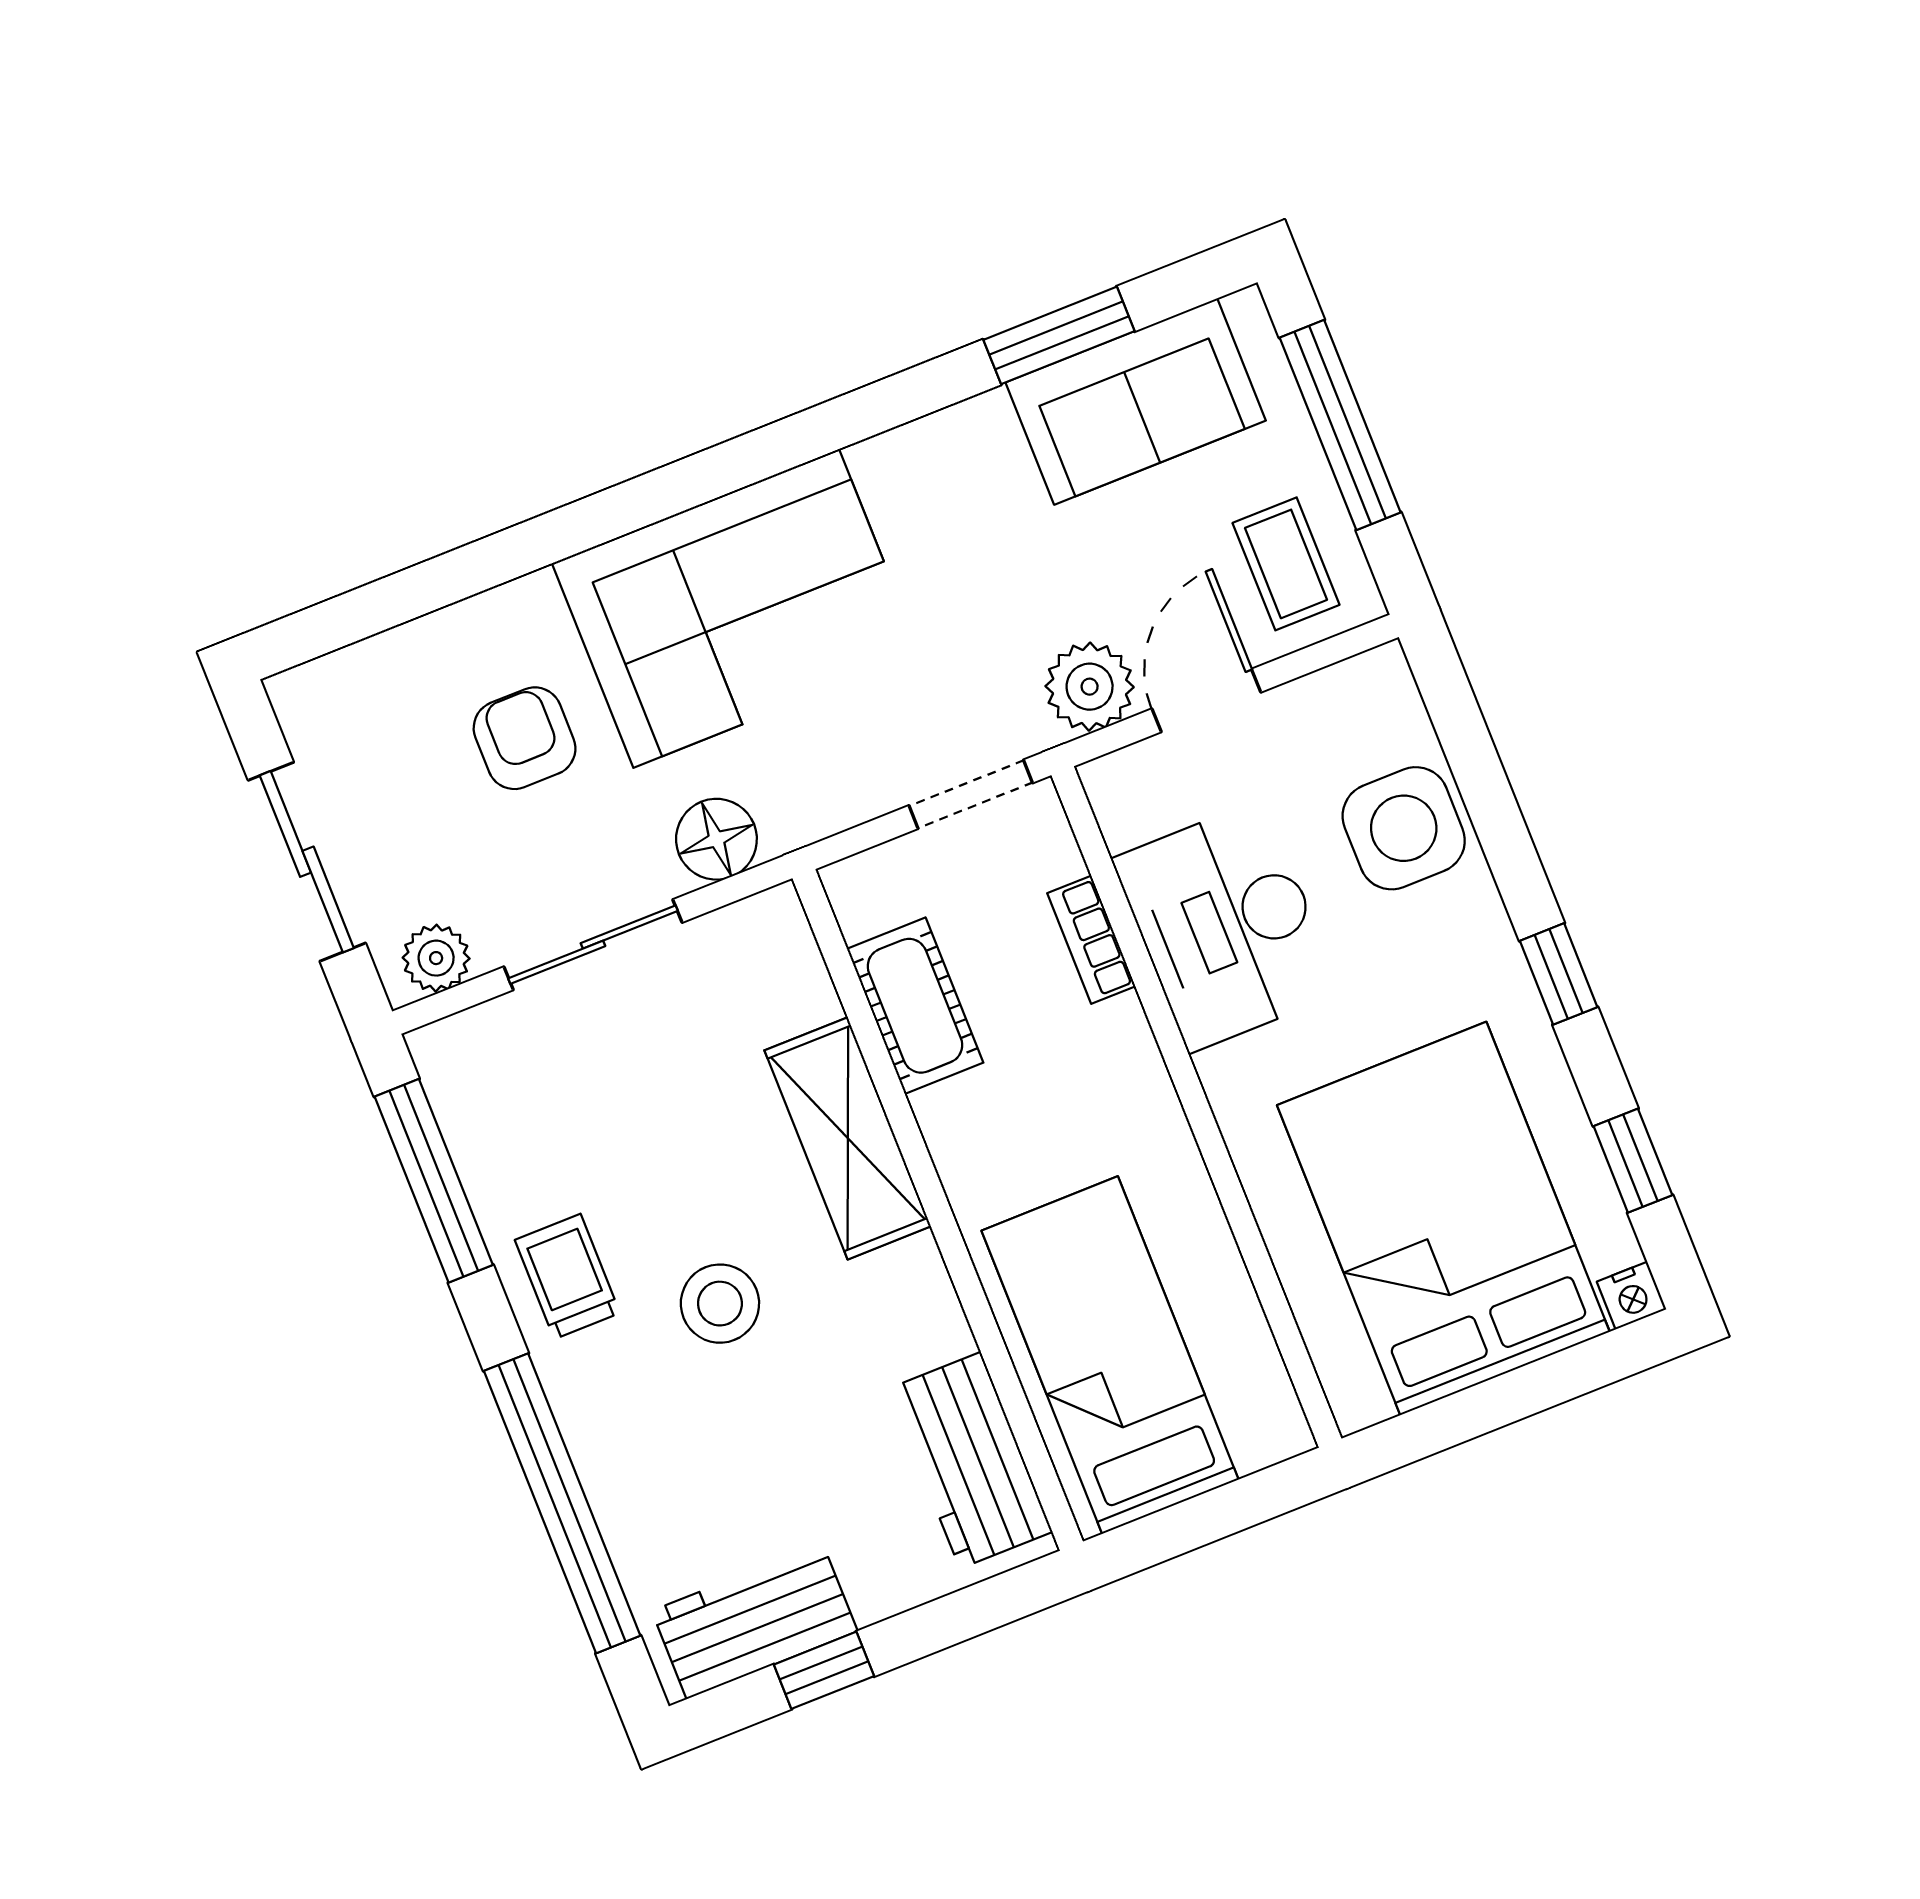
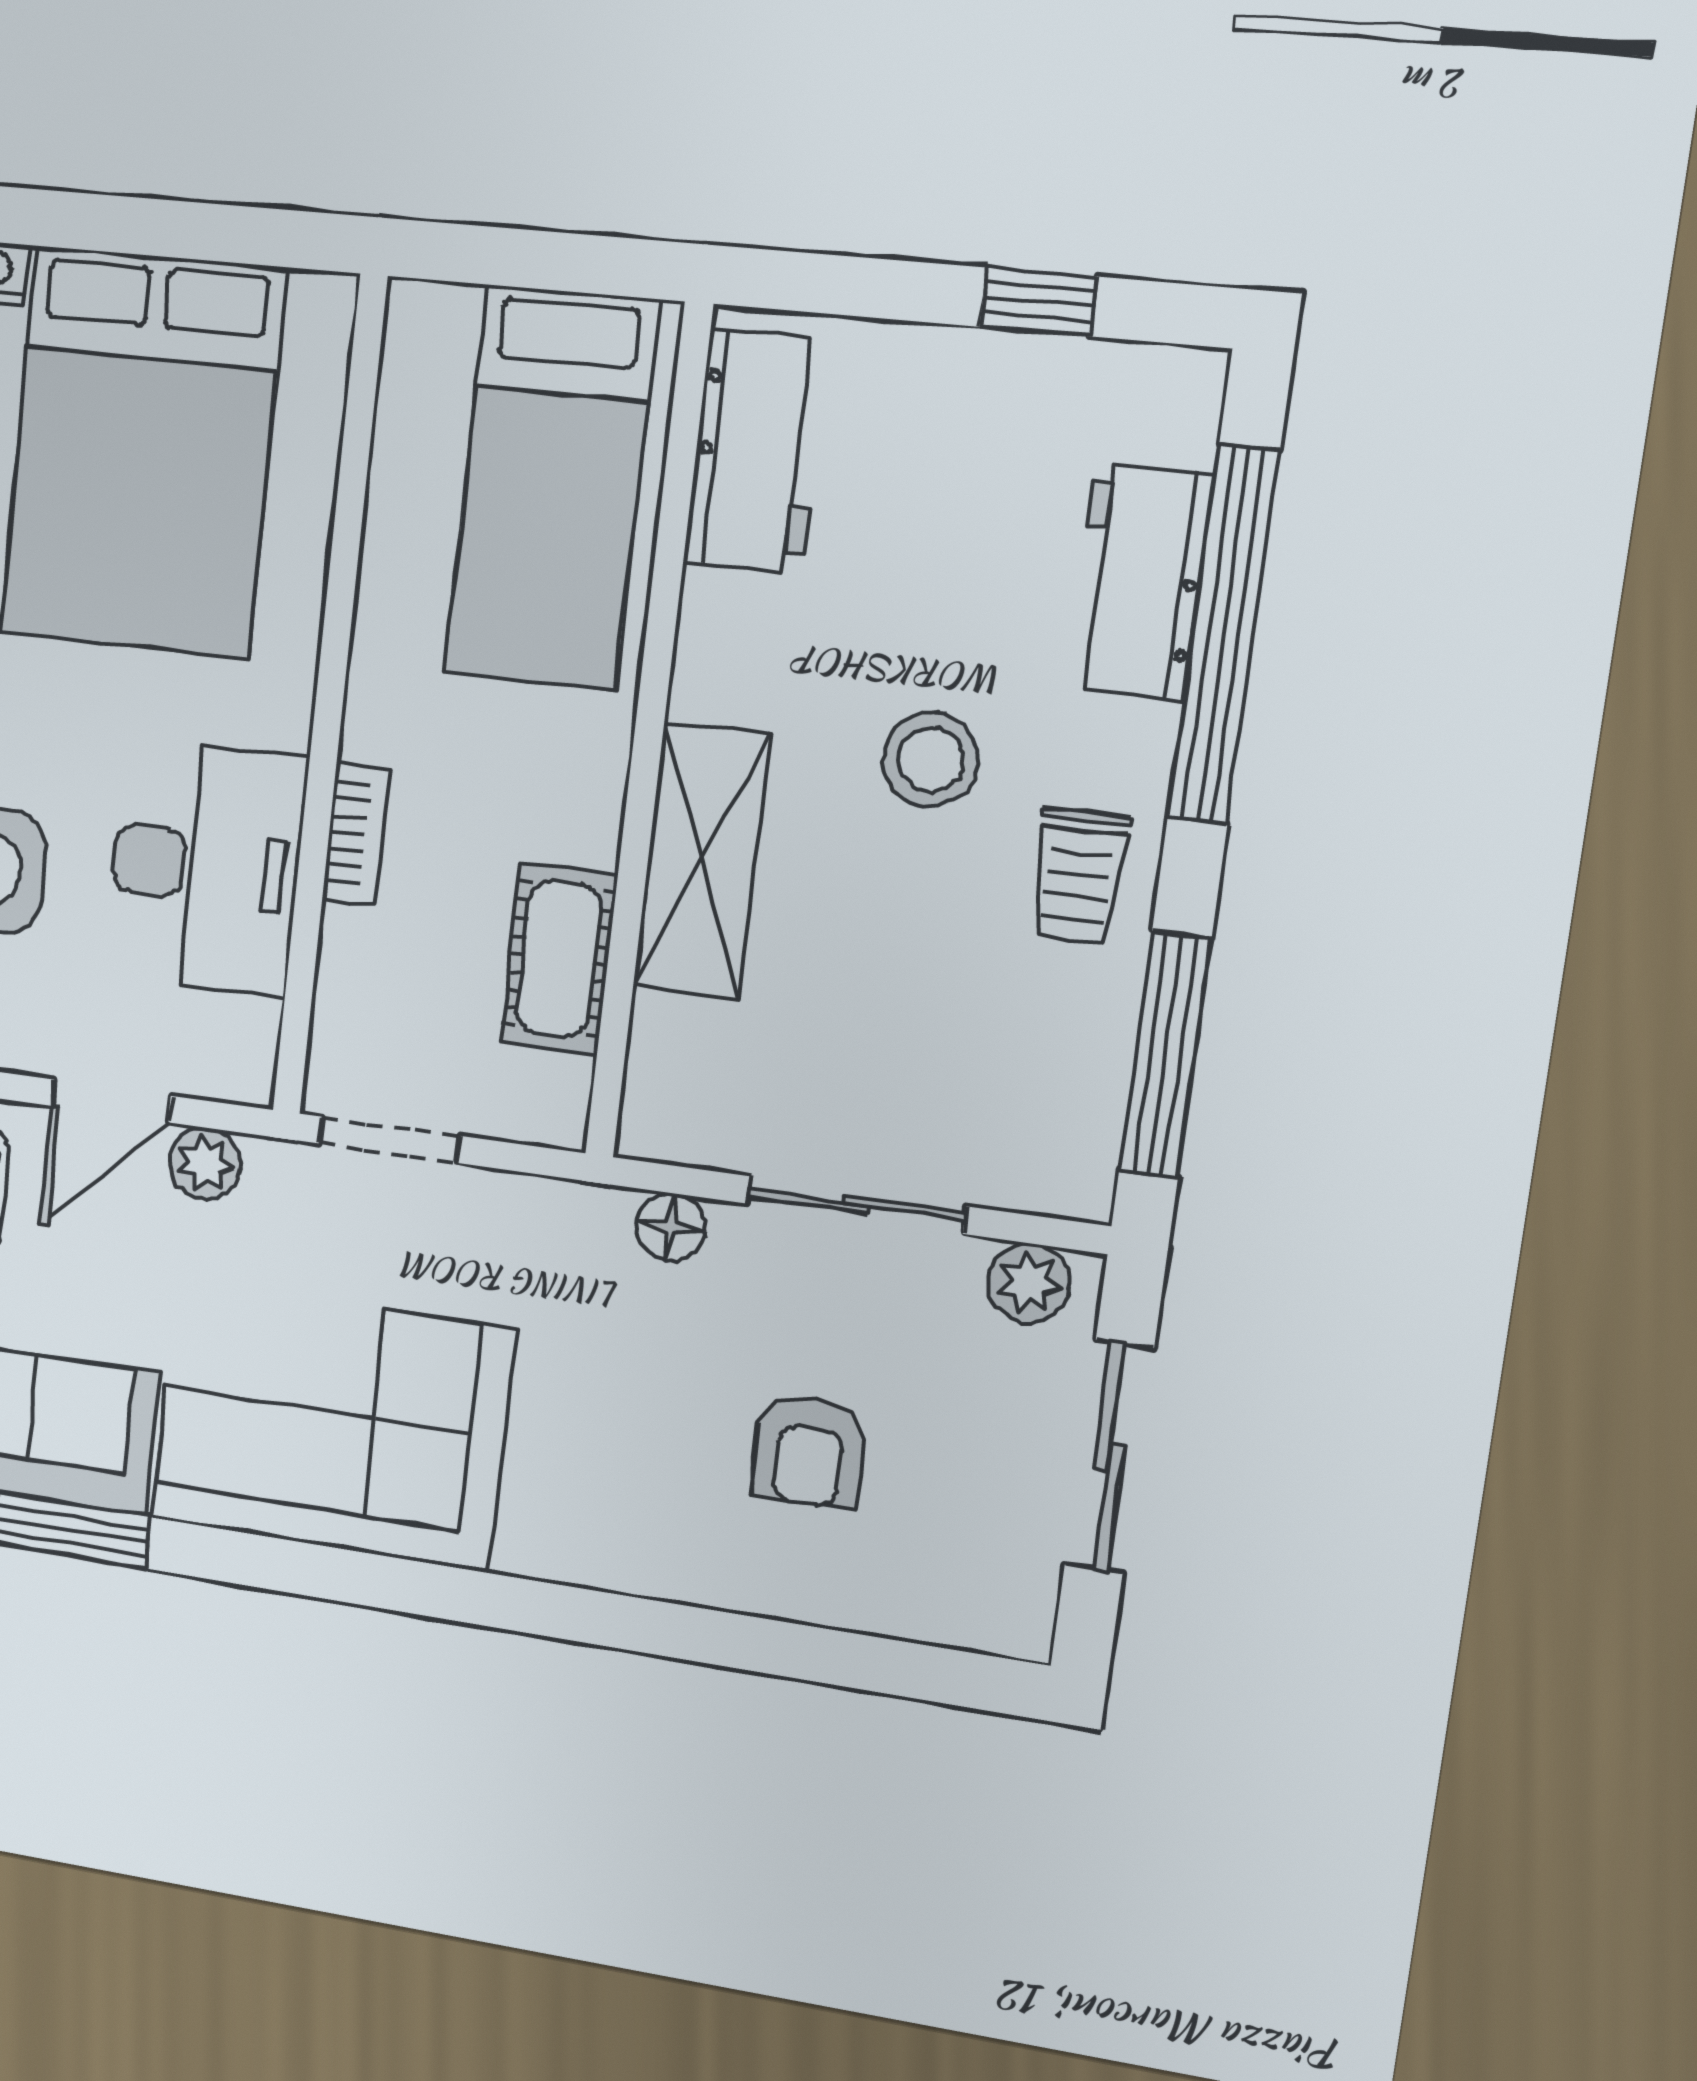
corner sofa: (736, 608) -> (332, 1424), moved
plant: (1090, 687) -> (205, 1164), width x0.73, depth x0.73
floor lamp: (716, 839) -> (671, 1227), width x0.73, depth x0.73
bookcase: (1091, 940) -> (356, 834), moved
workbench: (755, 1621) -> (1140, 582), moved, turned 90

